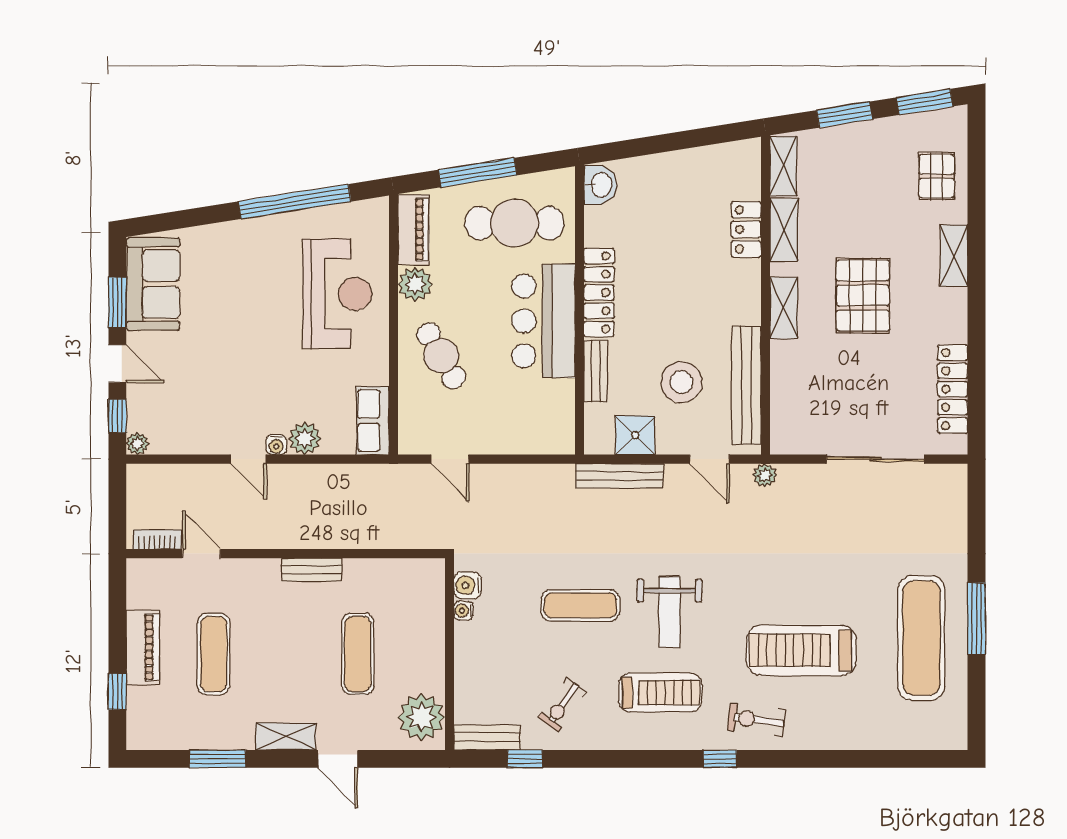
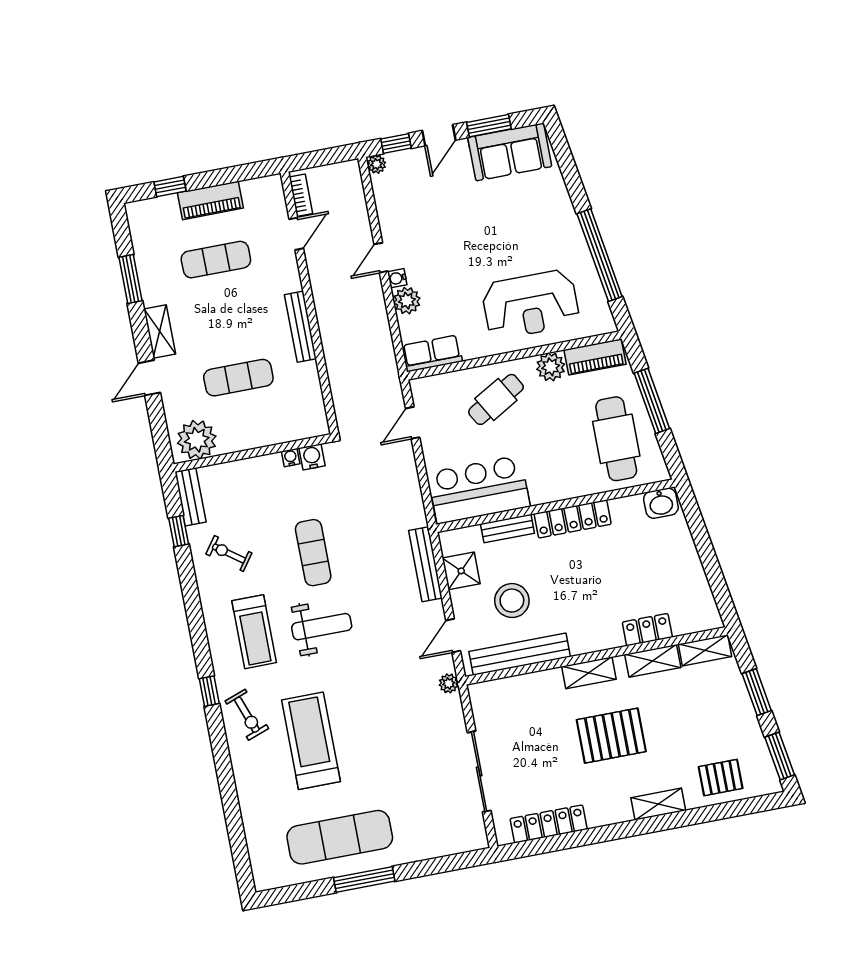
bar counter: (543, 321) -> (479, 490), moved
bench: (312, 570) -> (300, 327), width x1.36
weight bench: (669, 612) -> (322, 627), turned 180
exercise bike: (756, 720) -> (247, 715), turned 153

